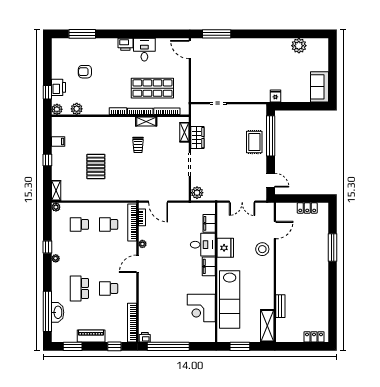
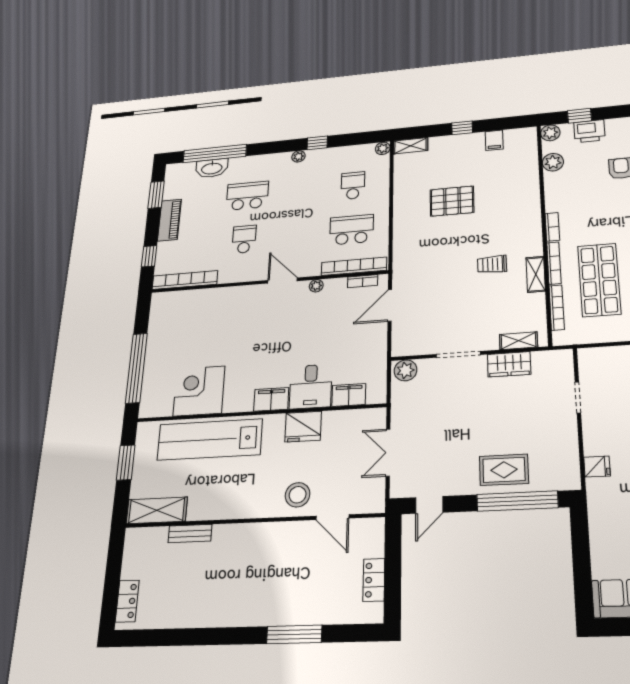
fridge: (275, 96) -> (597, 467), moved
school desk: (109, 224) -> (352, 230), width x1.85
printer: (145, 337) -> (159, 302), removed
window: (168, 346) -> (136, 368), moved

